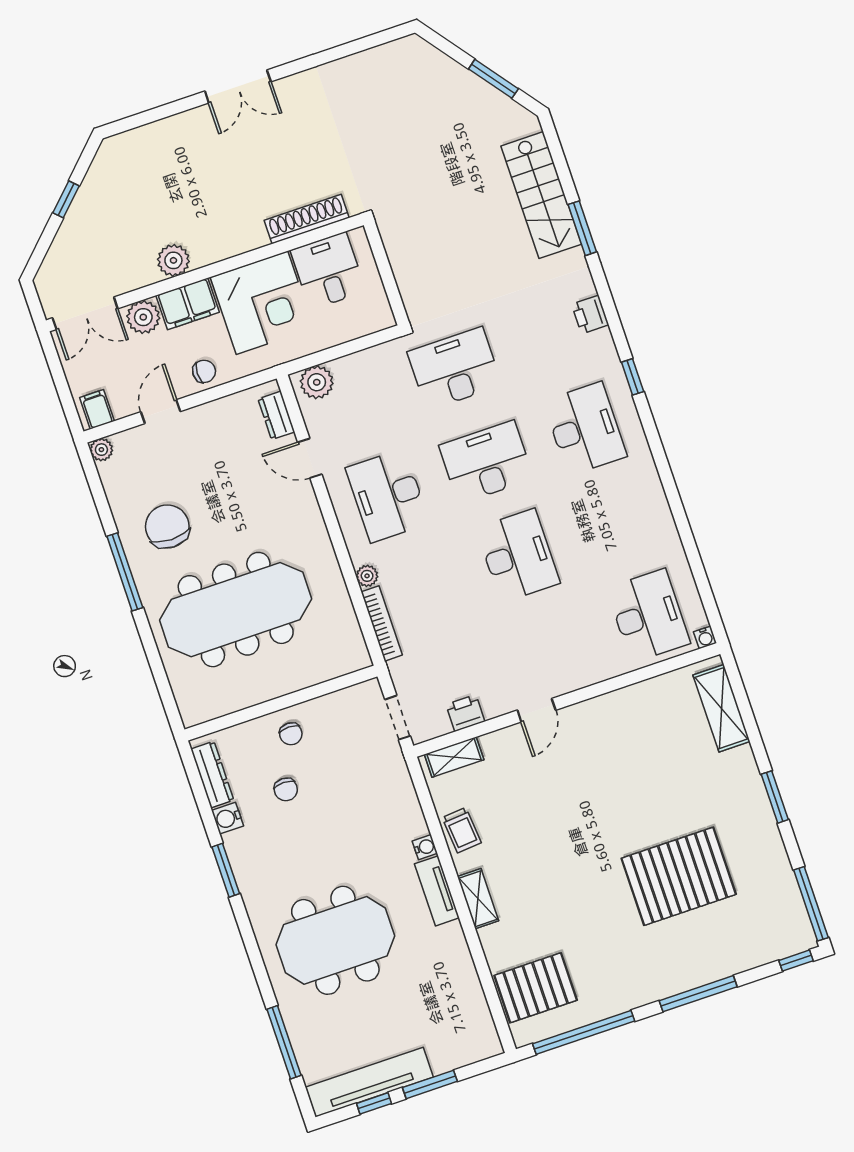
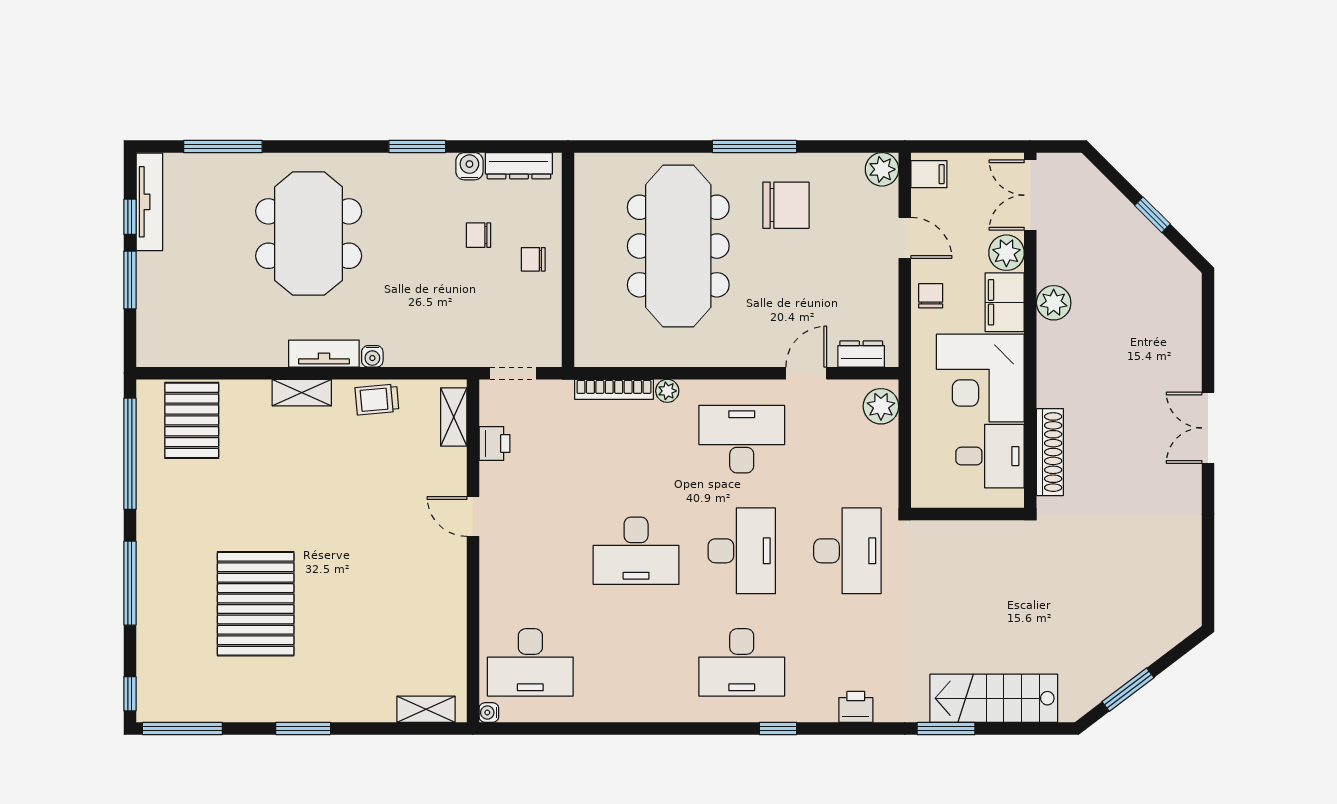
chair: (204, 371) -> (931, 296), turned 180
plant: (101, 450) -> (882, 169), width x1.38, depth x1.38
shelving: (721, 708) -> (426, 709), width x0.67, depth x0.75
tv unit: (369, 1082) -> (149, 202), width x0.73, depth x0.78

